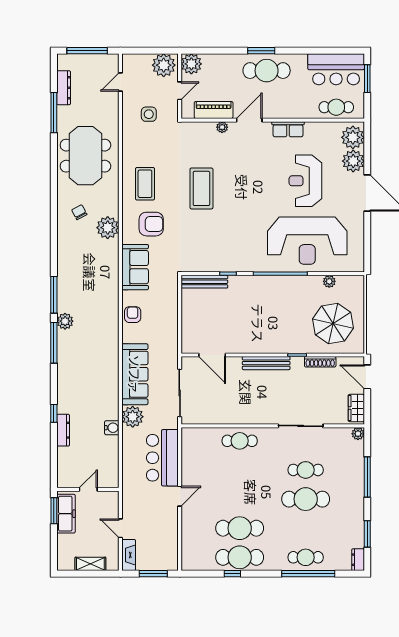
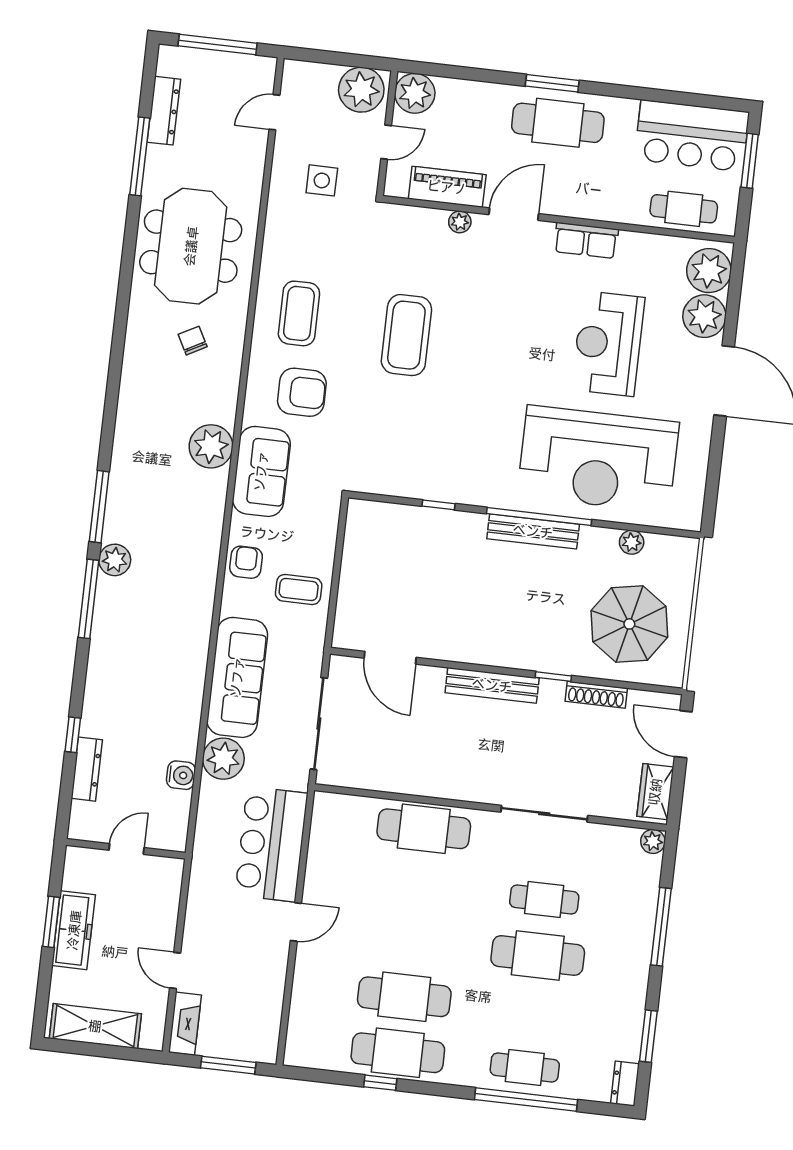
chair: (79, 212) -> (193, 341), moved
plant: (108, 228) -> (211, 446), moved
bench: (204, 282) -> (533, 531), moved
coffee table: (161, 325) -> (299, 589), added
cafe table: (240, 441) -> (424, 829), width x1.37, depth x1.35
door: (88, 489) -> (127, 849), moved
wall: (88, 489) -> (126, 849), moved
shelving: (90, 564) -> (95, 1026), width x1.50, depth x1.33

